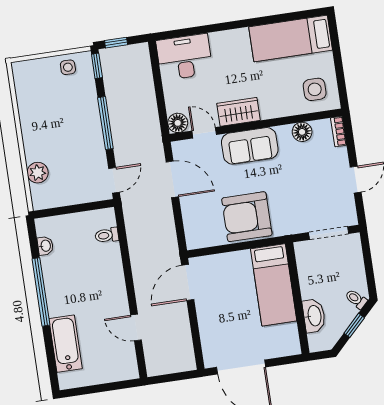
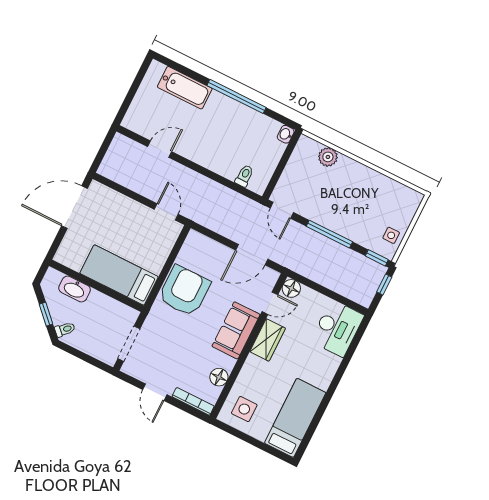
bookcase: (339, 131) -> (193, 401), width x1.56
washbasin: (45, 246) -> (286, 134), moved, turned 90
door: (188, 282) -> (166, 212), width x0.73

